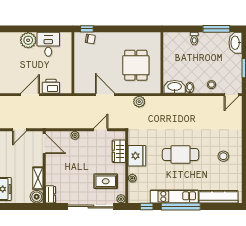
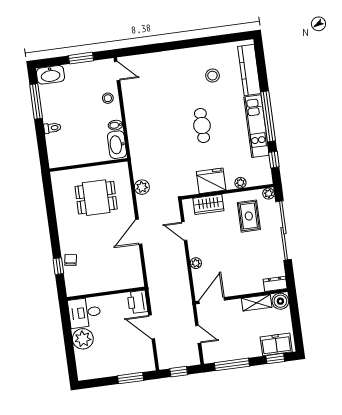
wall: (73, 63) -> (106, 293), moved
cafe table: (180, 155) -> (202, 125), width x0.73, depth x0.74
stool: (223, 156) -> (212, 76), moved

